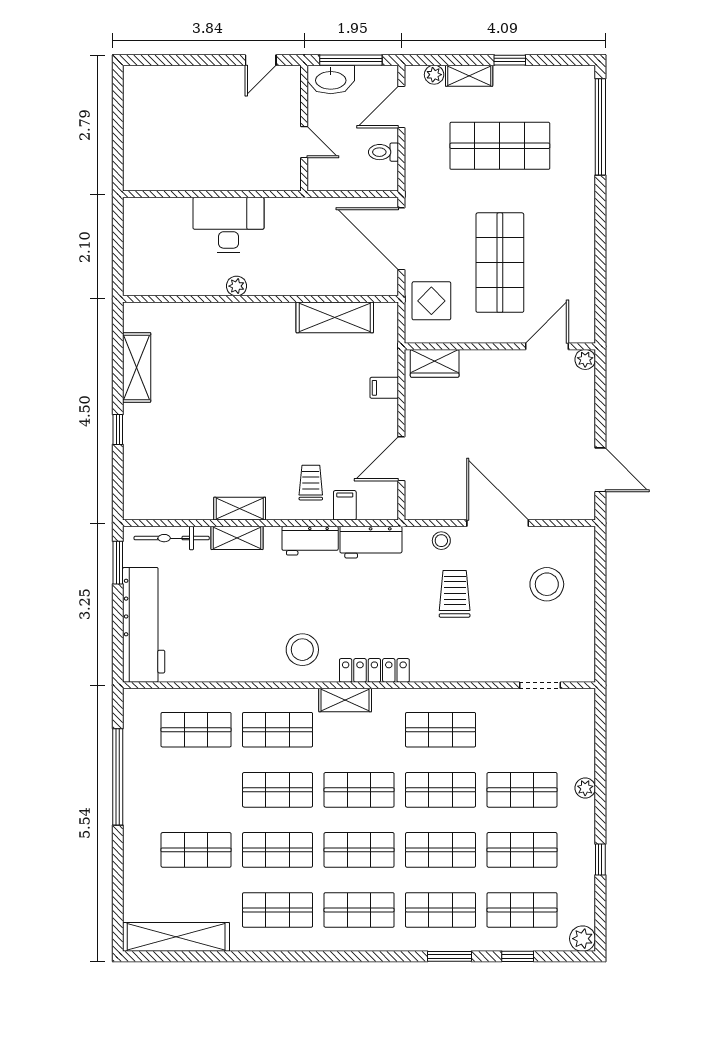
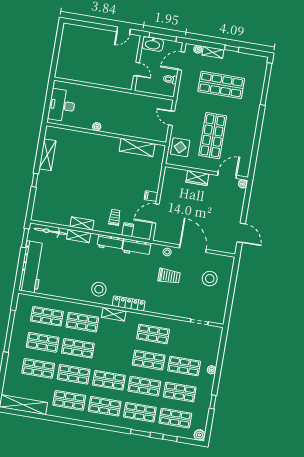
desk: (228, 225) -> (62, 105), moved, turned -90
door: (401, 239) -> (172, 118), width x0.53
wardrobe: (435, 363) -> (197, 178), moved
filing cabinet: (384, 388) -> (151, 196), moved
trolley: (455, 594) -> (169, 276), turned 90
shop shelf: (359, 790) -> (43, 342), moved

